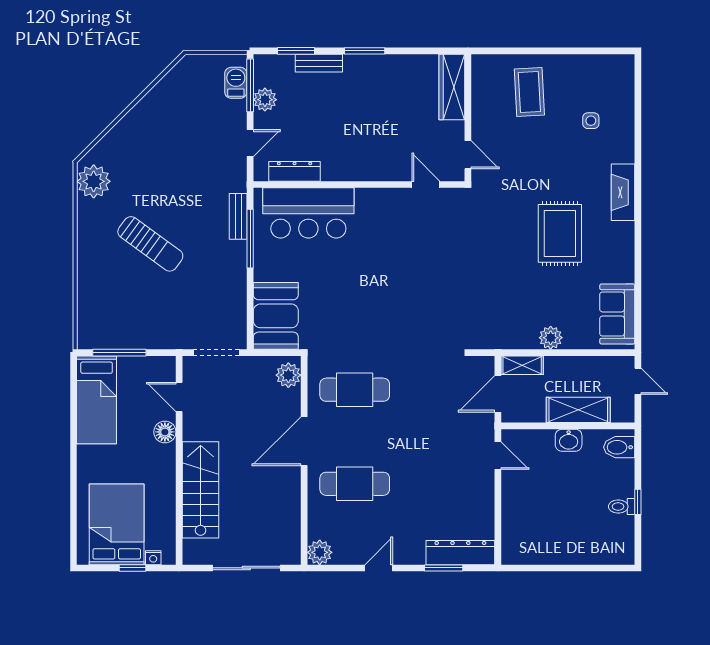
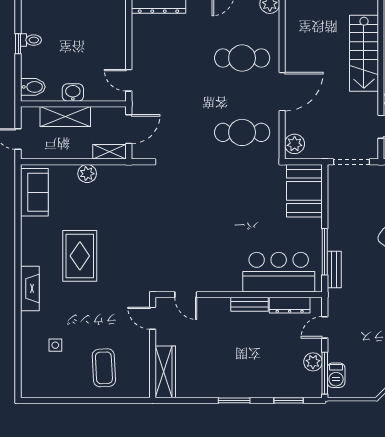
bench: (319, 63) -> (249, 304), moved

